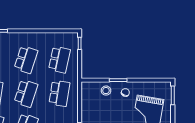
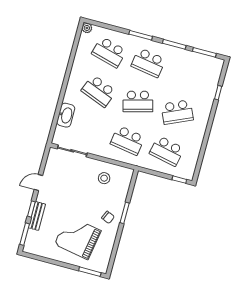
school desk: (26, 60) -> (177, 112), turned -42
stool: (106, 91) -> (104, 178), moved
school desk: (26, 93) -> (138, 102), turned -33

